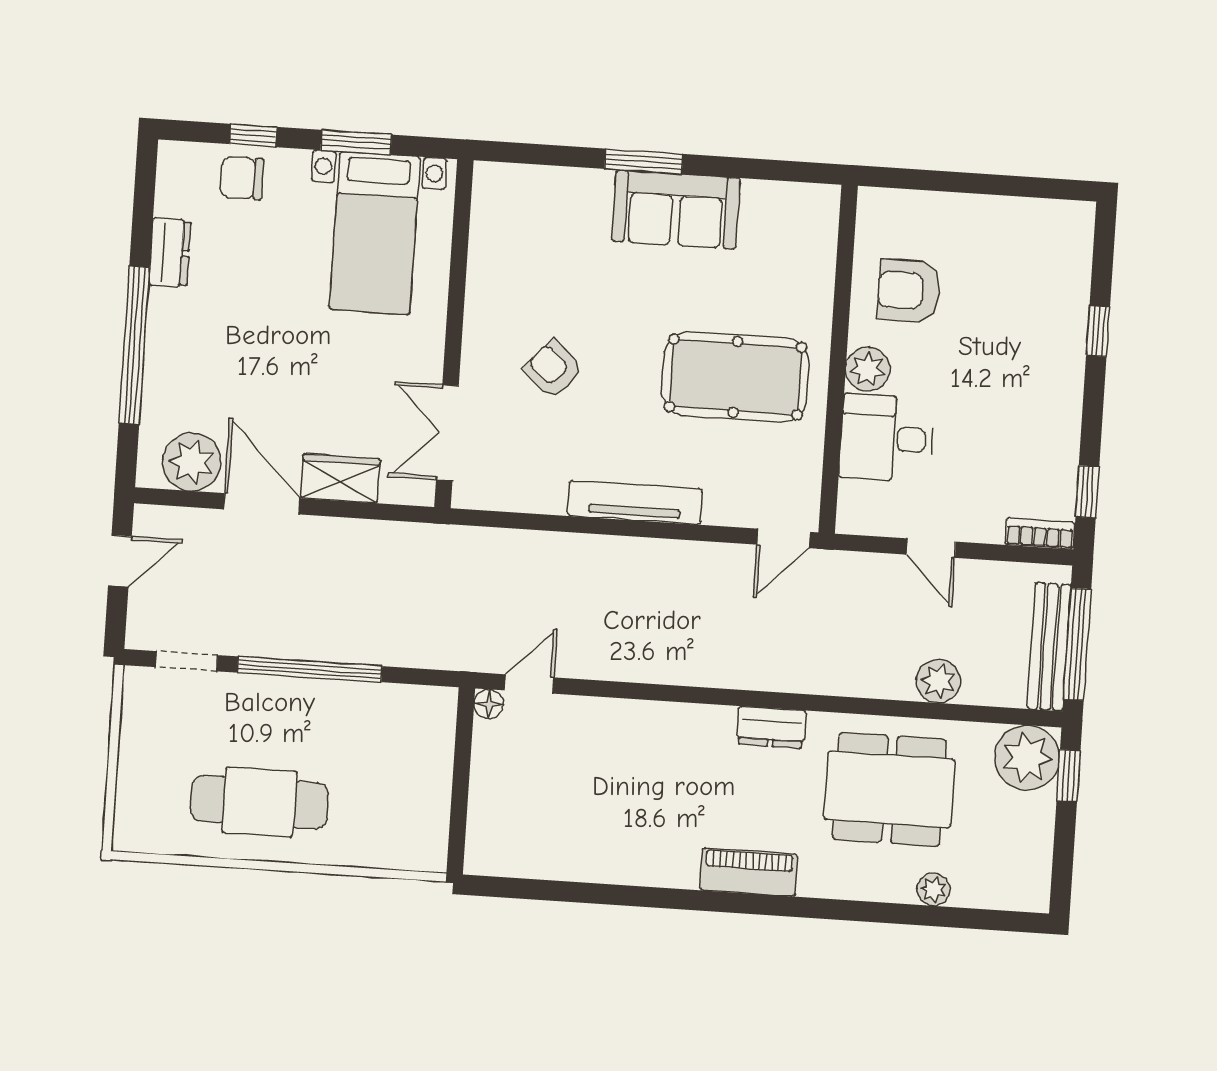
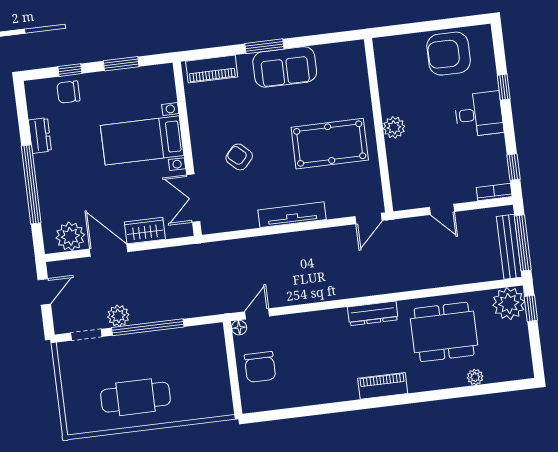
piano: (532, 186) -> (212, 69), added
bed with nightstands: (375, 233) -> (142, 140), moved, turned 90
armchair: (909, 291) -> (449, 54), moved, width x1.36, depth x1.36
desk: (887, 438) -> (479, 114), moved, turned 180
plant: (938, 681) -> (118, 316), moved
dresser: (771, 727) -> (373, 313), width x1.44
chair: (515, 789) -> (260, 367), added

